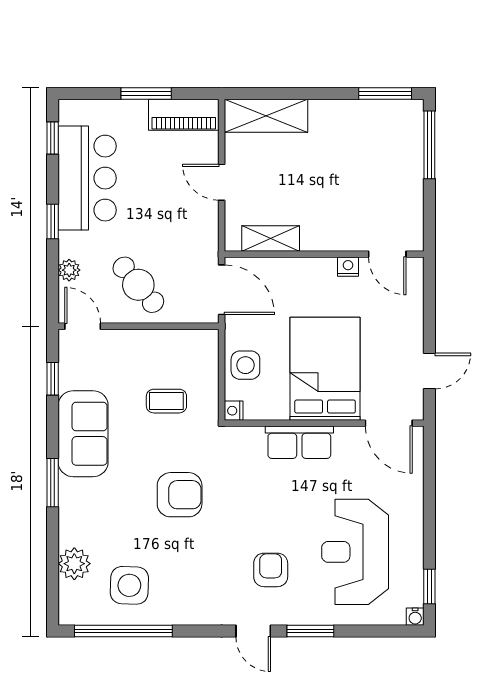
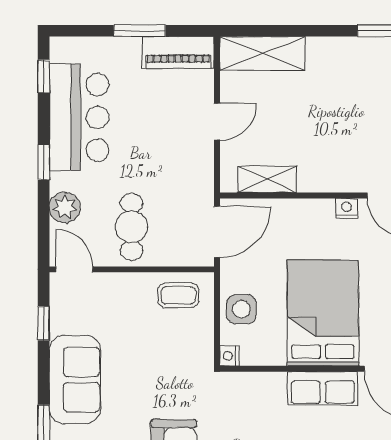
door: (222, 182) -> (217, 122), swing flipped
plant: (69, 270) -> (65, 207), width x1.38, depth x1.38
cafe table: (138, 285) -> (132, 227), turned 40
door: (222, 290) -> (217, 232), hinge flipped
coffee table: (166, 401) -> (178, 295), moved
row of seats: (299, 442) -> (323, 388), moved

